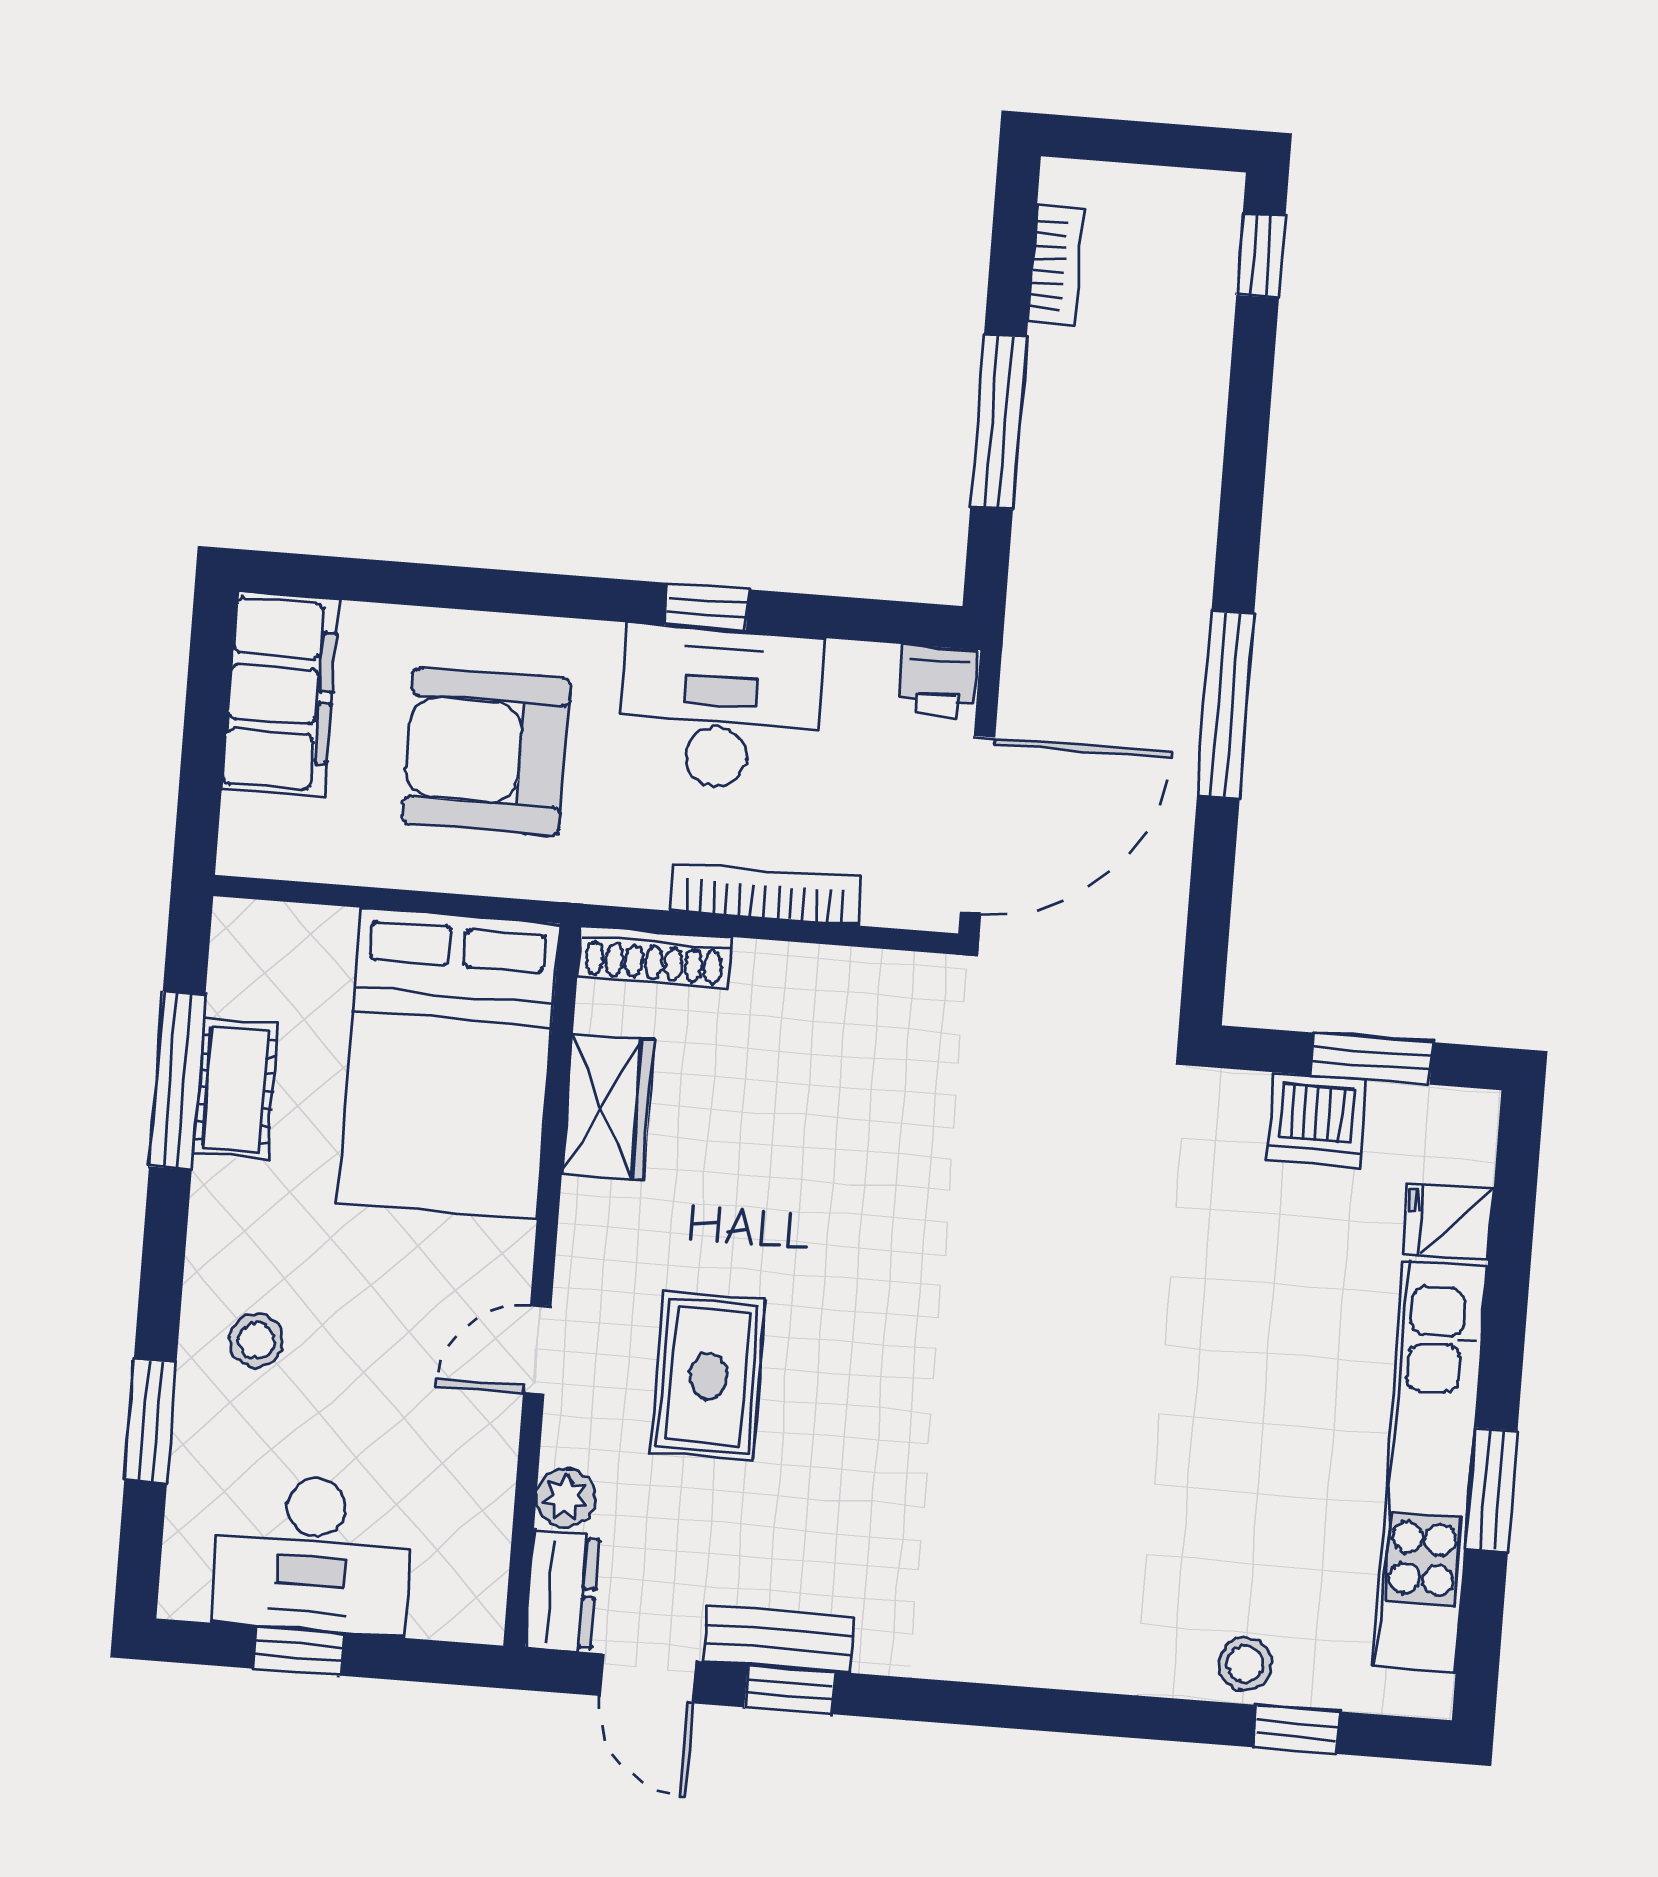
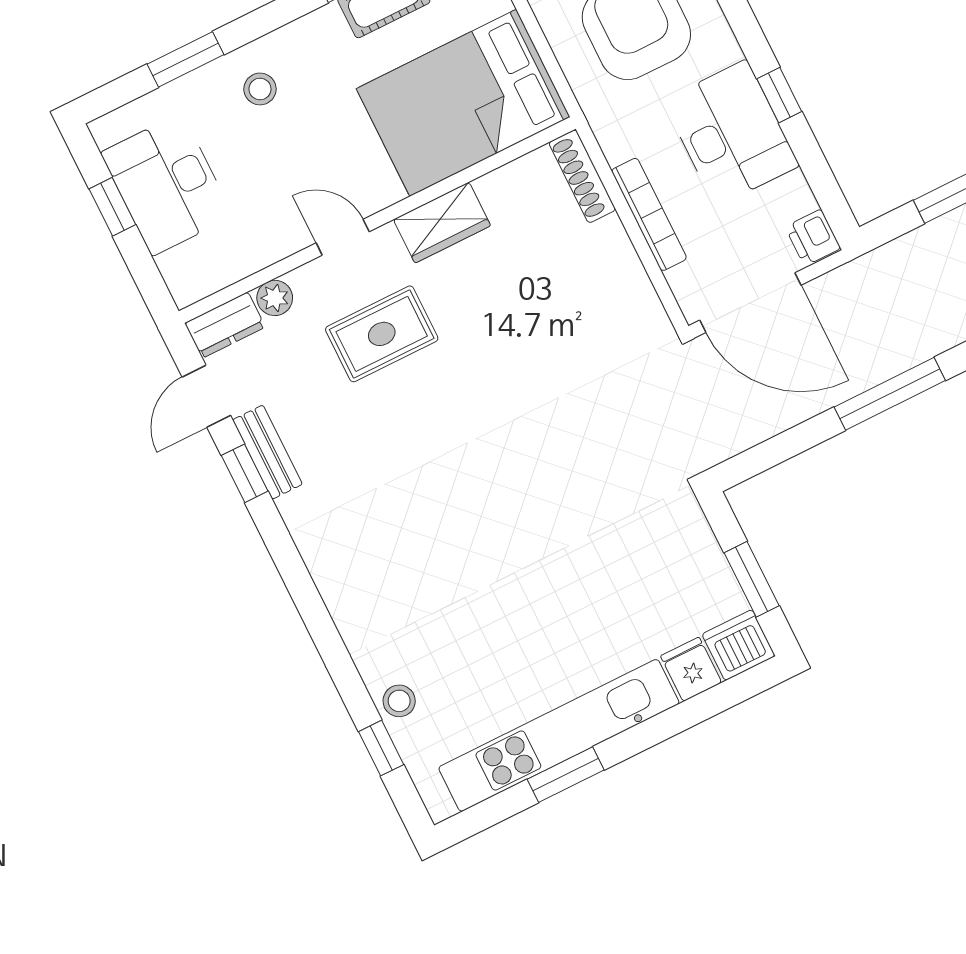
wardrobe: (608, 1107) -> (442, 223), moved
dishwasher: (1316, 1119) -> (739, 645), moved, turned 90

